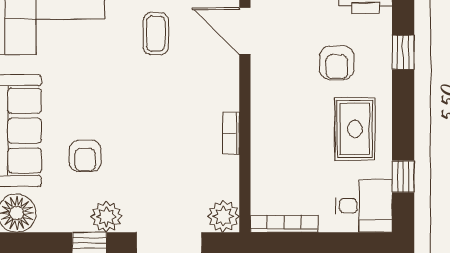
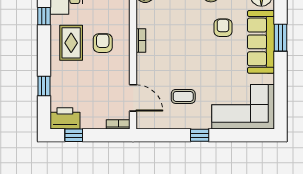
coffee table: (156, 34) -> (183, 96), turned 90
armchair: (337, 63) -> (103, 43), moved

